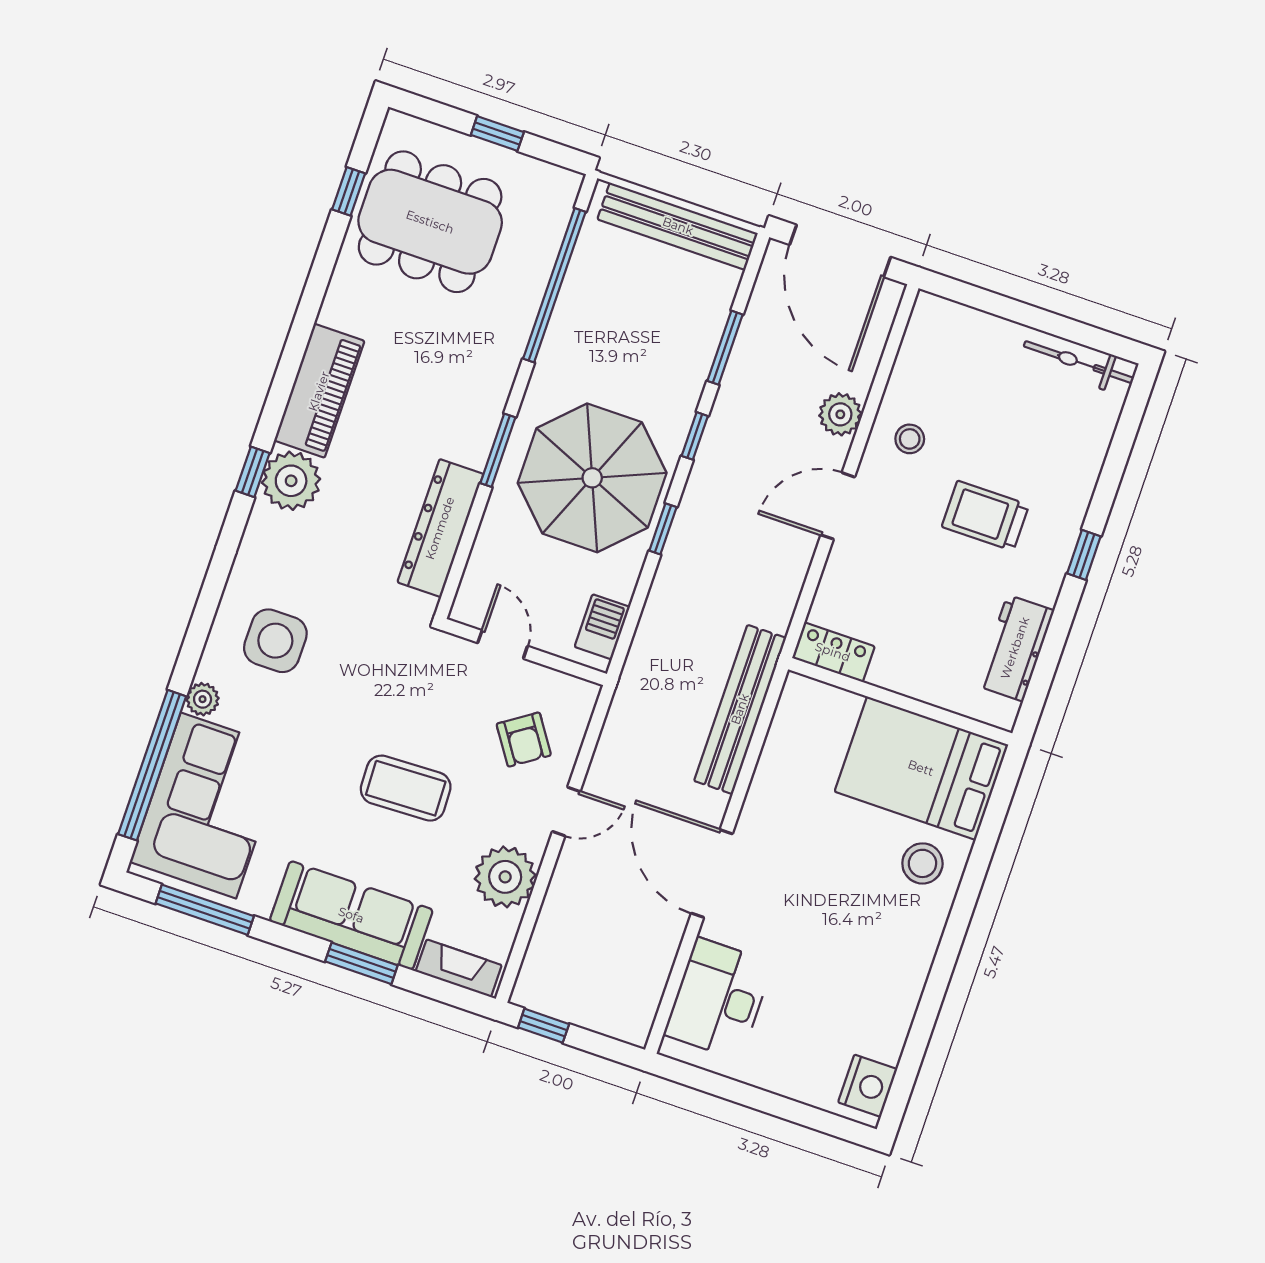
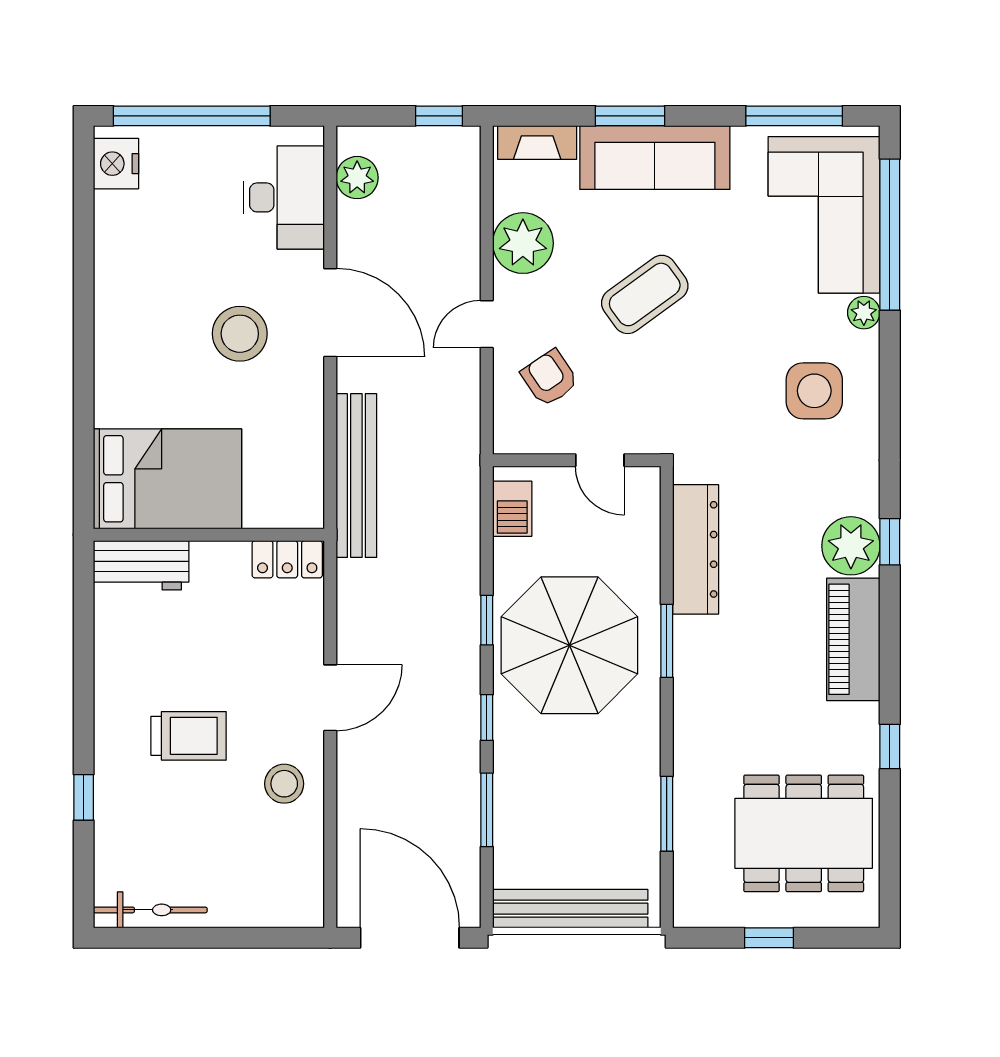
window: (349, 191) -> (890, 747), moved
window: (554, 285) -> (667, 814), width x0.47
plant: (840, 414) -> (357, 178), moved
stool: (910, 439) -> (284, 784), width x1.37, depth x1.37
window: (1084, 555) -> (84, 797), moved
workbench: (1015, 648) -> (141, 565), moved, turned 90
coffee table: (406, 788) -> (645, 294), turned -34
stool: (922, 863) -> (240, 334), moved, width x1.38, depth x1.38
window: (780, 1107) -> (192, 116), added

